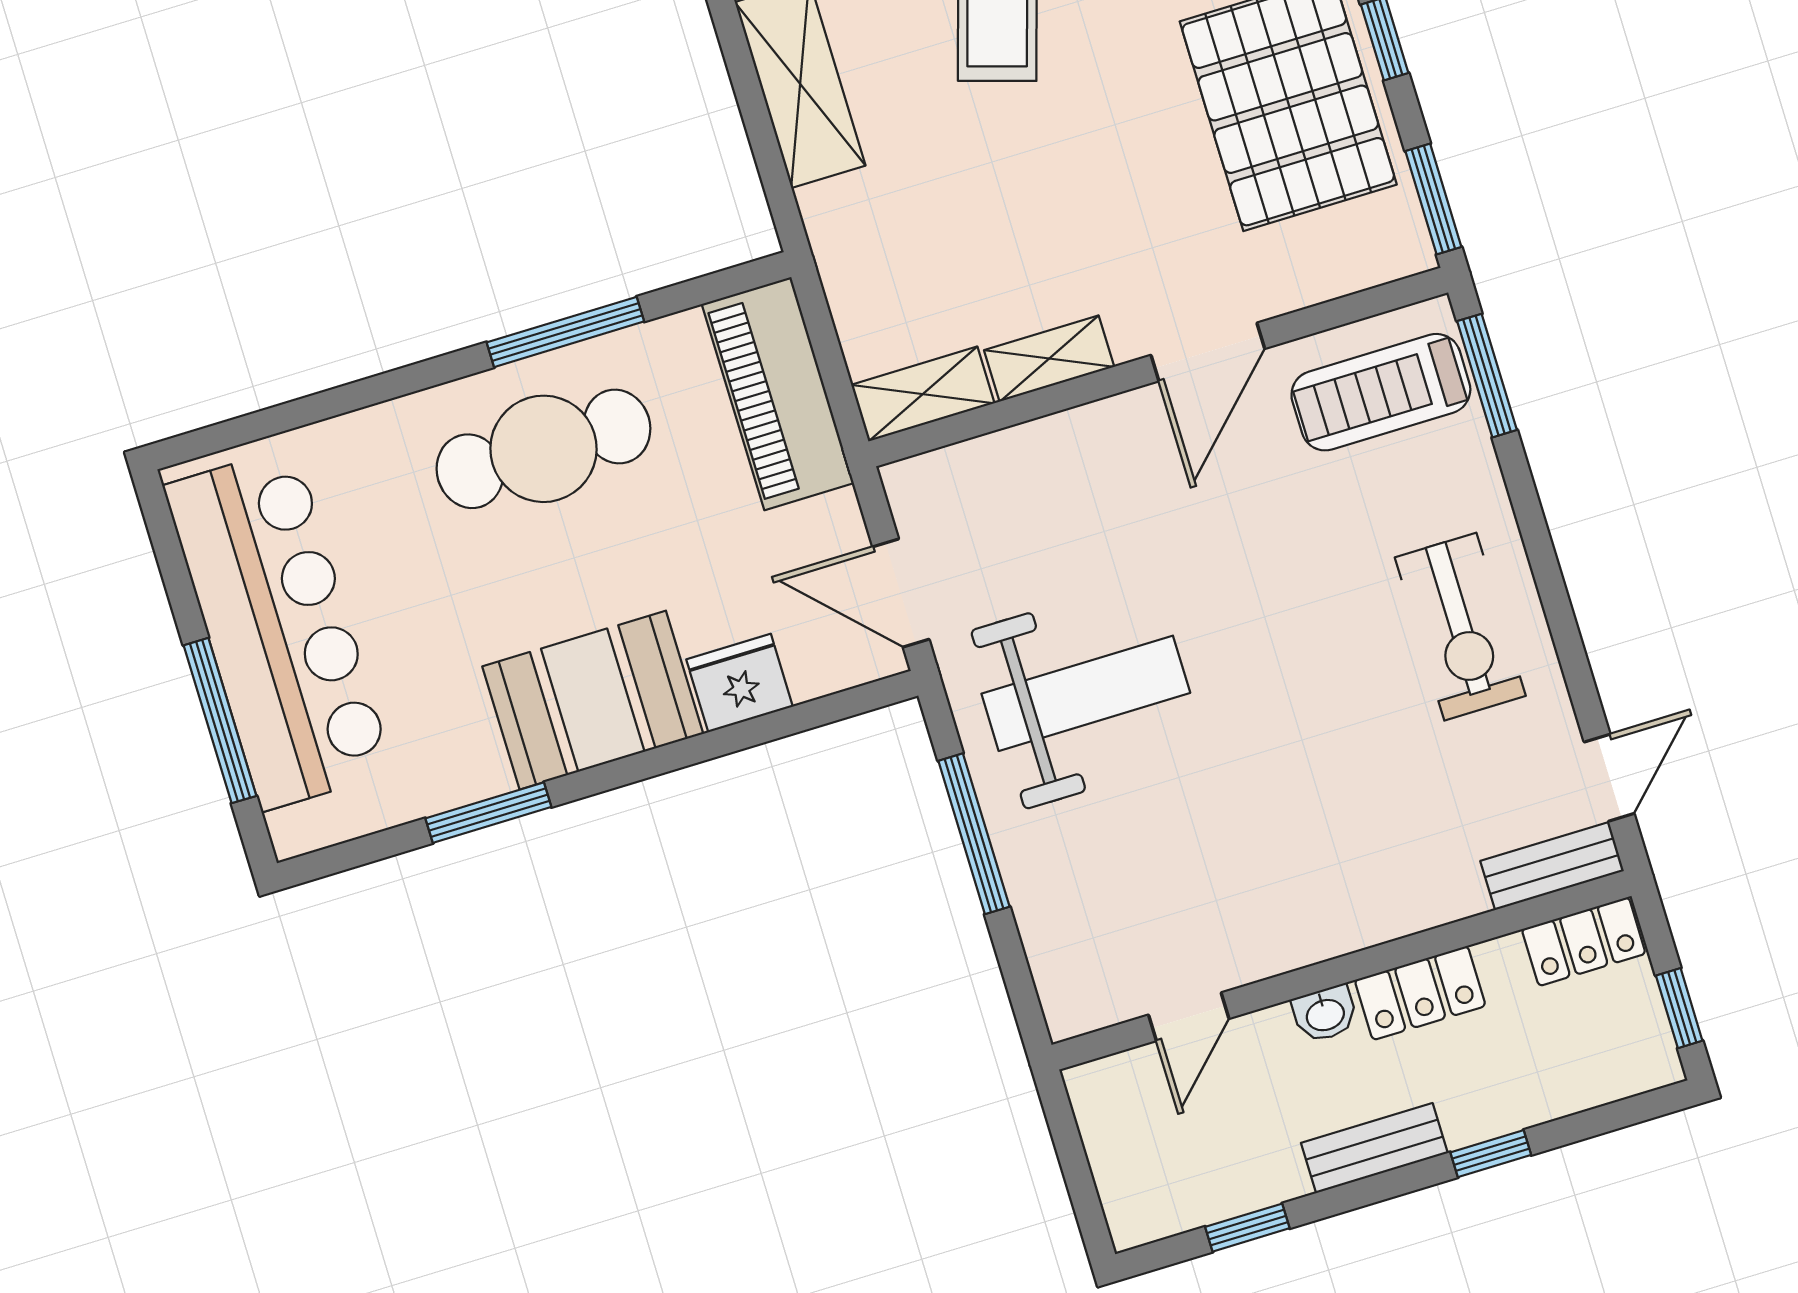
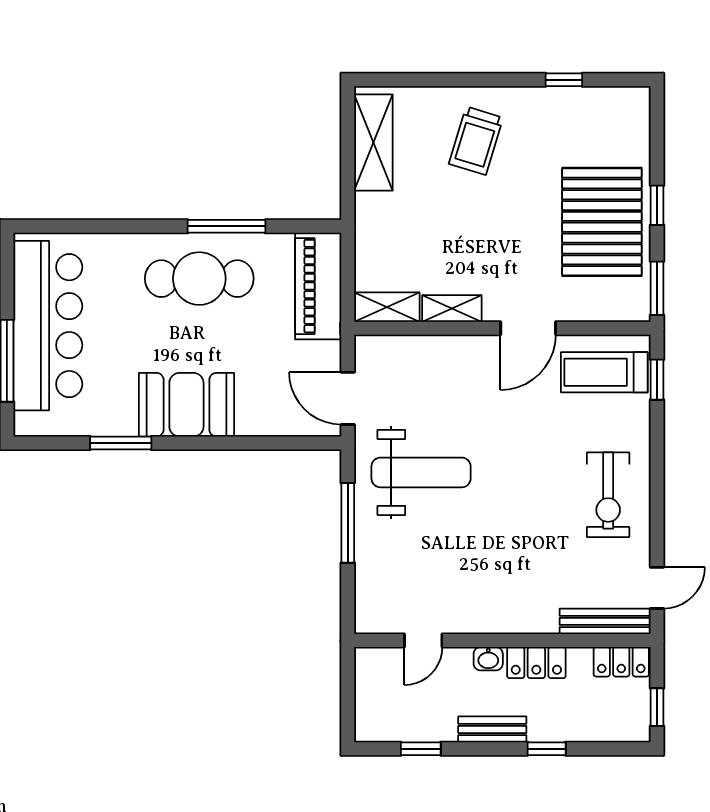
window: (1487, 376) -> (657, 380), width x0.67
fridge: (740, 683) -> (258, 418), removed
bench: (1552, 866) -> (605, 621), width x1.36

